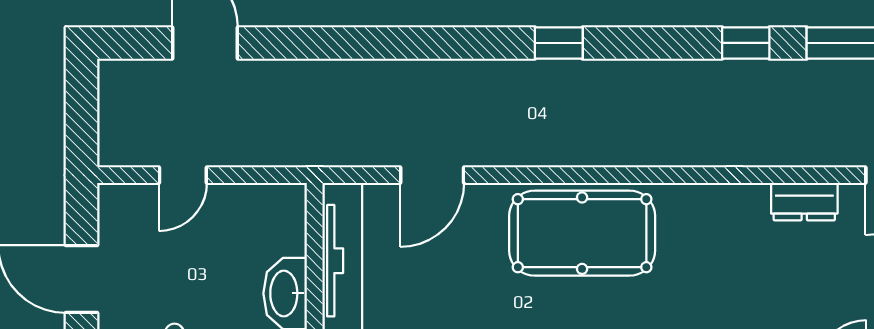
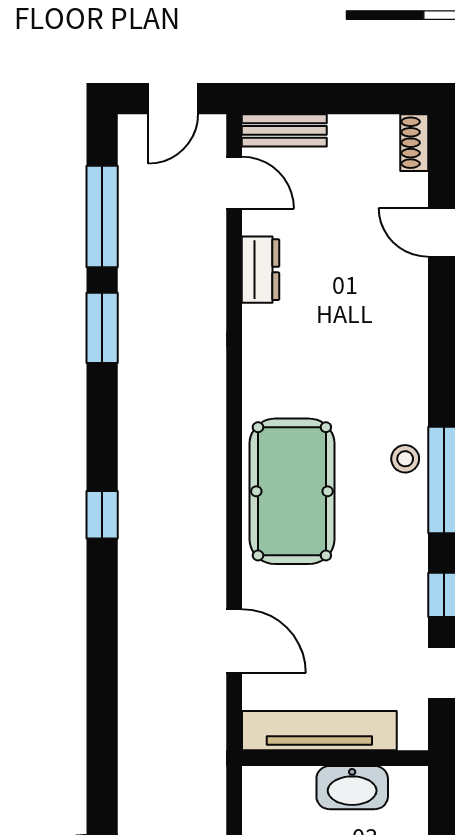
window: (746, 43) -> (102, 328), width x1.50

